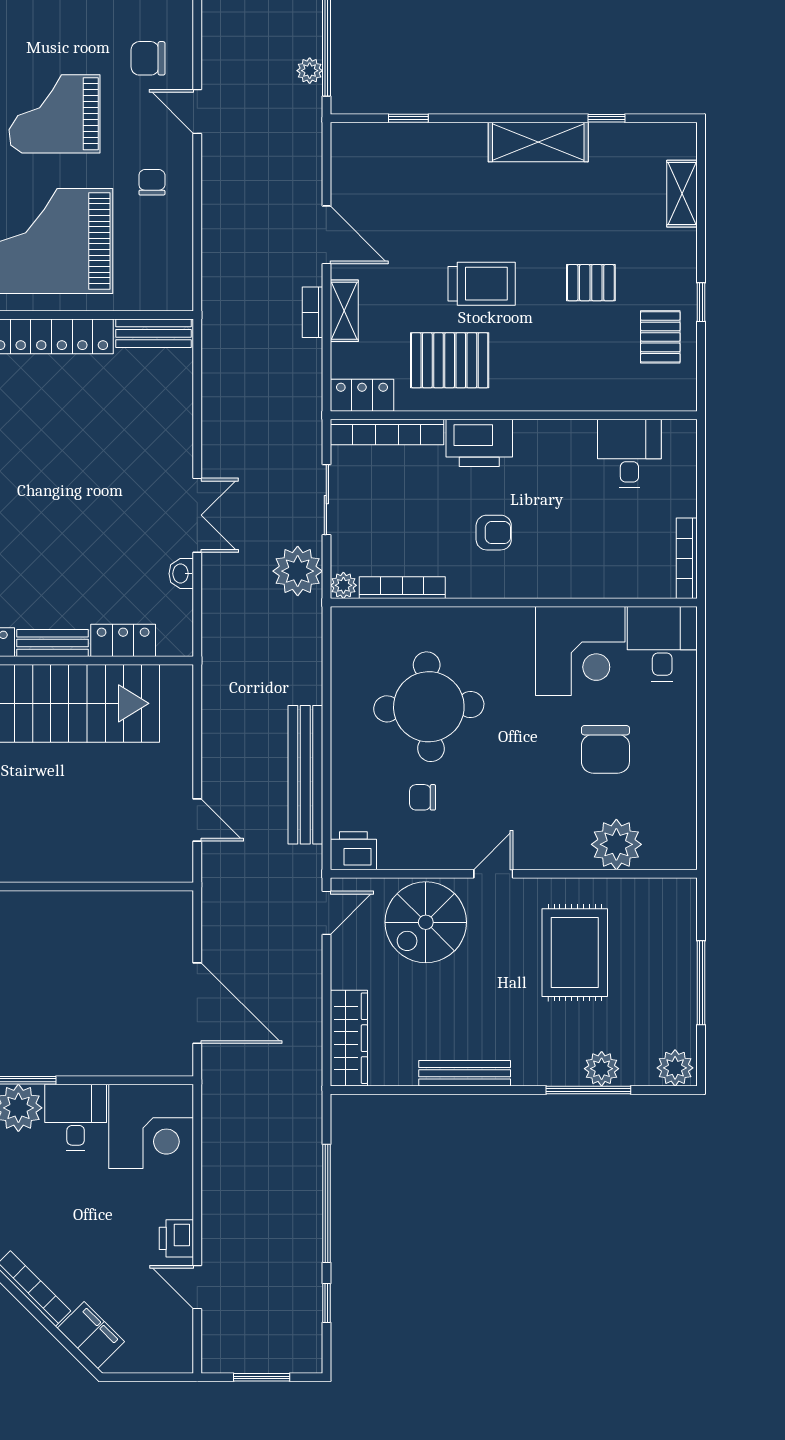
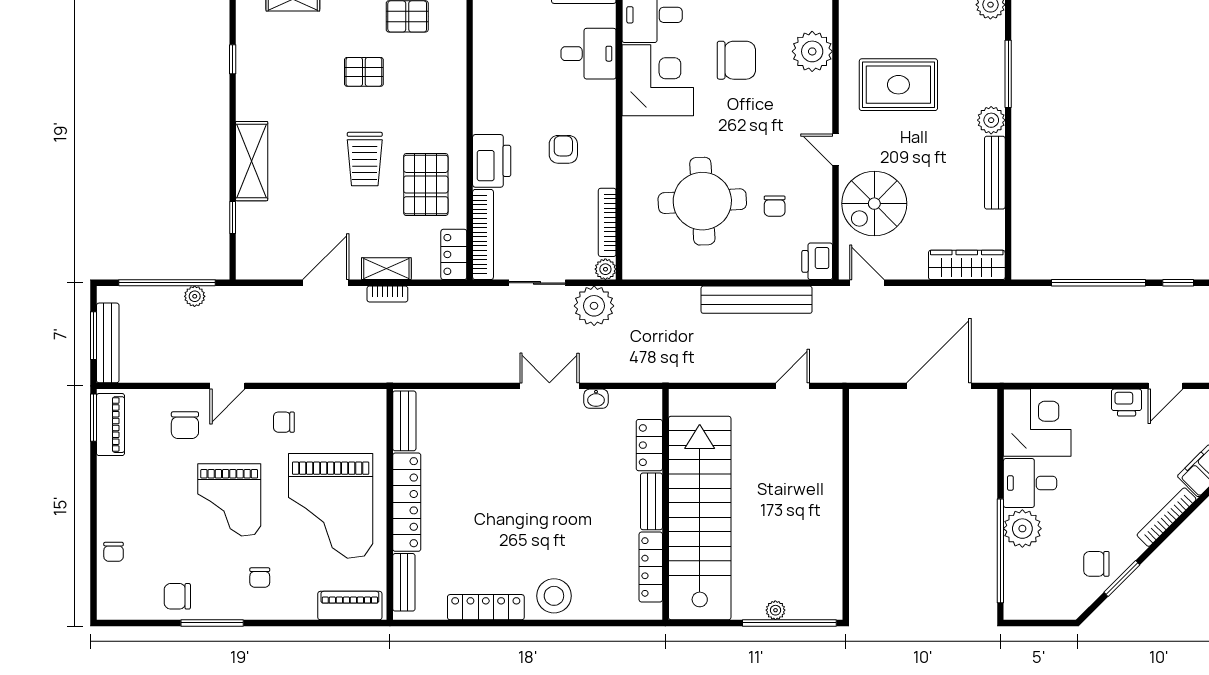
shelving: (538, 142) -> (252, 161), moved
pallet: (591, 283) -> (364, 72), turned 90
trolley: (482, 284) -> (365, 159), turned 180
desk: (629, 453) -> (589, 54), moved, turned 180
spiral stairs: (426, 922) -> (874, 204), turned 90
plant: (602, 1069) -> (991, 120), moved

